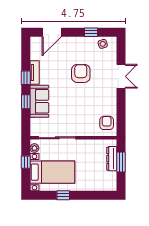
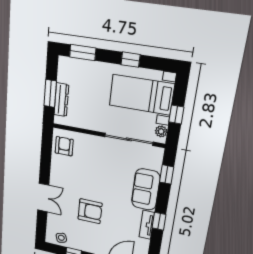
armchair: (81, 73) -> (90, 211), turned -90
double door: (121, 76) -> (43, 198), swing flipped
window: (26, 102) -> (167, 175), moved
armchair: (107, 123) -> (64, 146), turned 180
window: (98, 195) -> (83, 52), added

